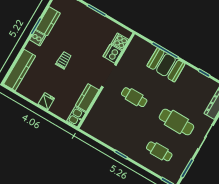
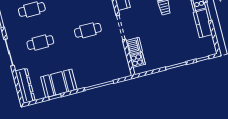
booth: (166, 65) -> (59, 83), moved
cafe table: (176, 122) -> (40, 43), width x0.73, depth x0.74

